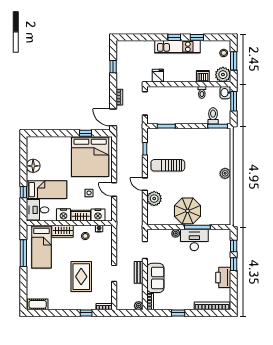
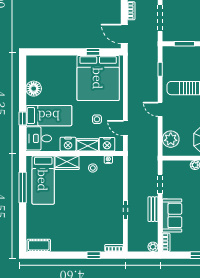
door: (114, 190) -> (125, 128), moved
plant: (154, 199) -> (171, 139), moved
rug: (81, 277) -> (88, 214), removed

